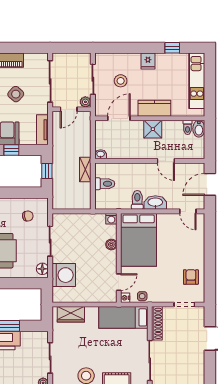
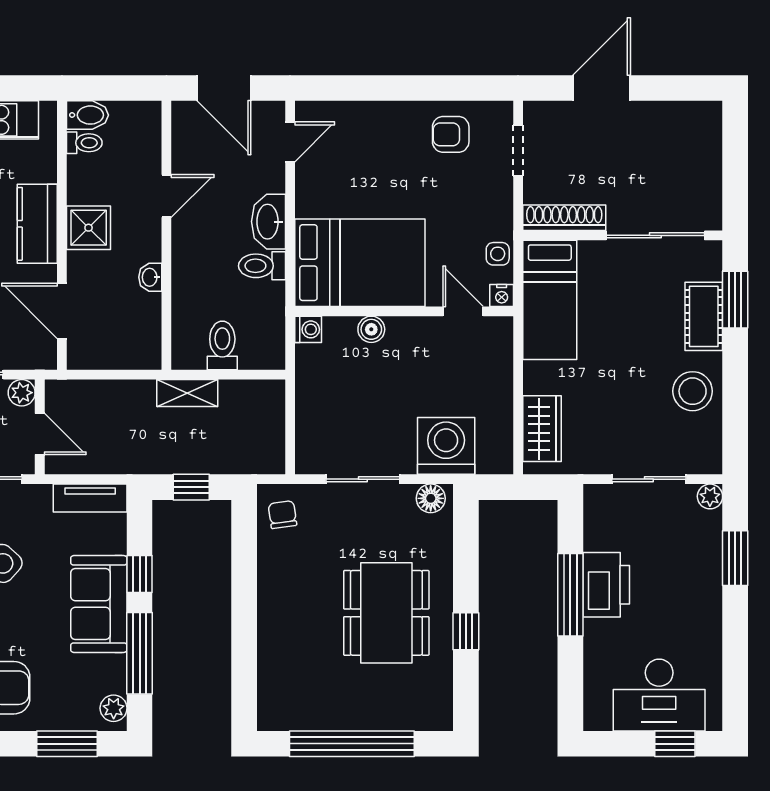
washbasin: (101, 154) -> (150, 277), moved
chair: (28, 216) -> (282, 515), moved

